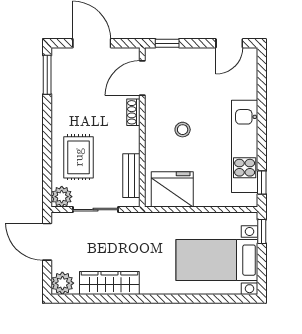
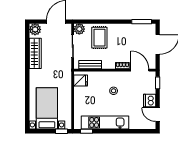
dishwasher: (201, 59) -> (150, 100), added
rug: (78, 157) -> (99, 38), turned 90
fridge: (172, 189) -> (81, 81), width x0.53, depth x0.75

